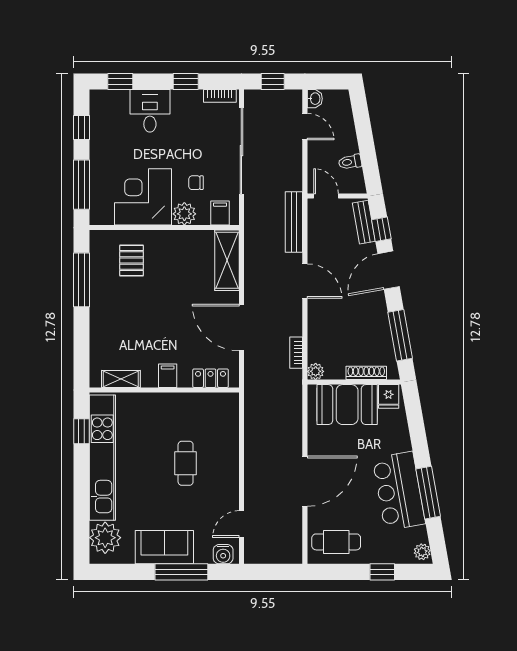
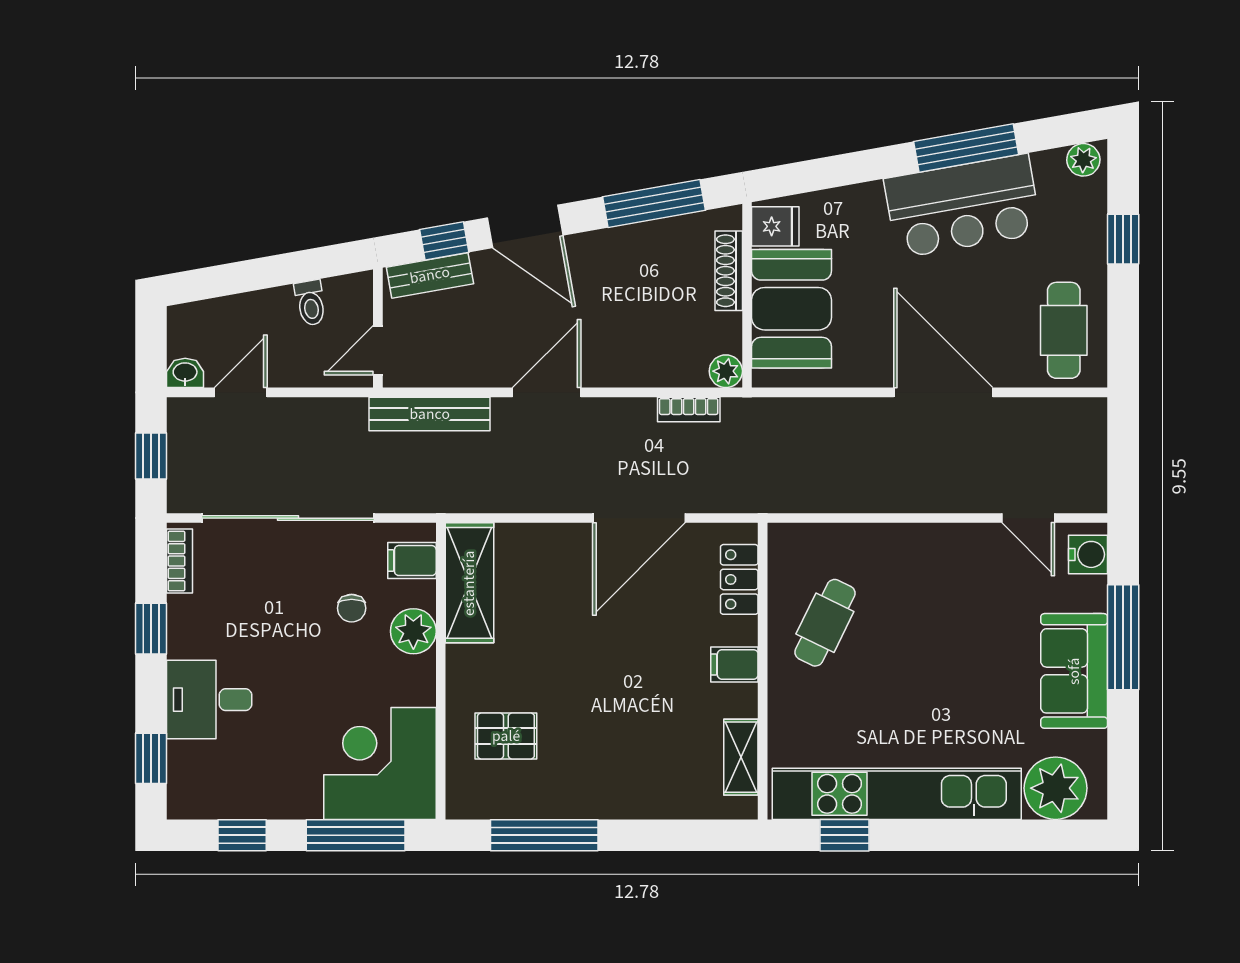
corner desk: (143, 197) -> (380, 763), moved, turned 90
shelving: (227, 260) -> (469, 583), moved, turned 90
cafe table: (186, 463) -> (825, 623), moved, turned -64

